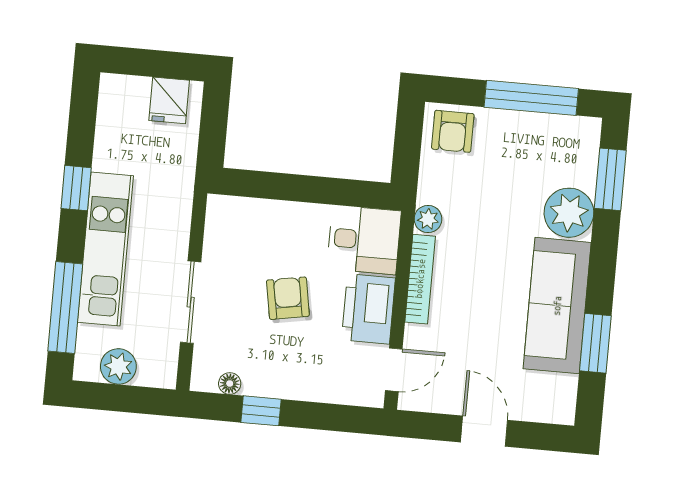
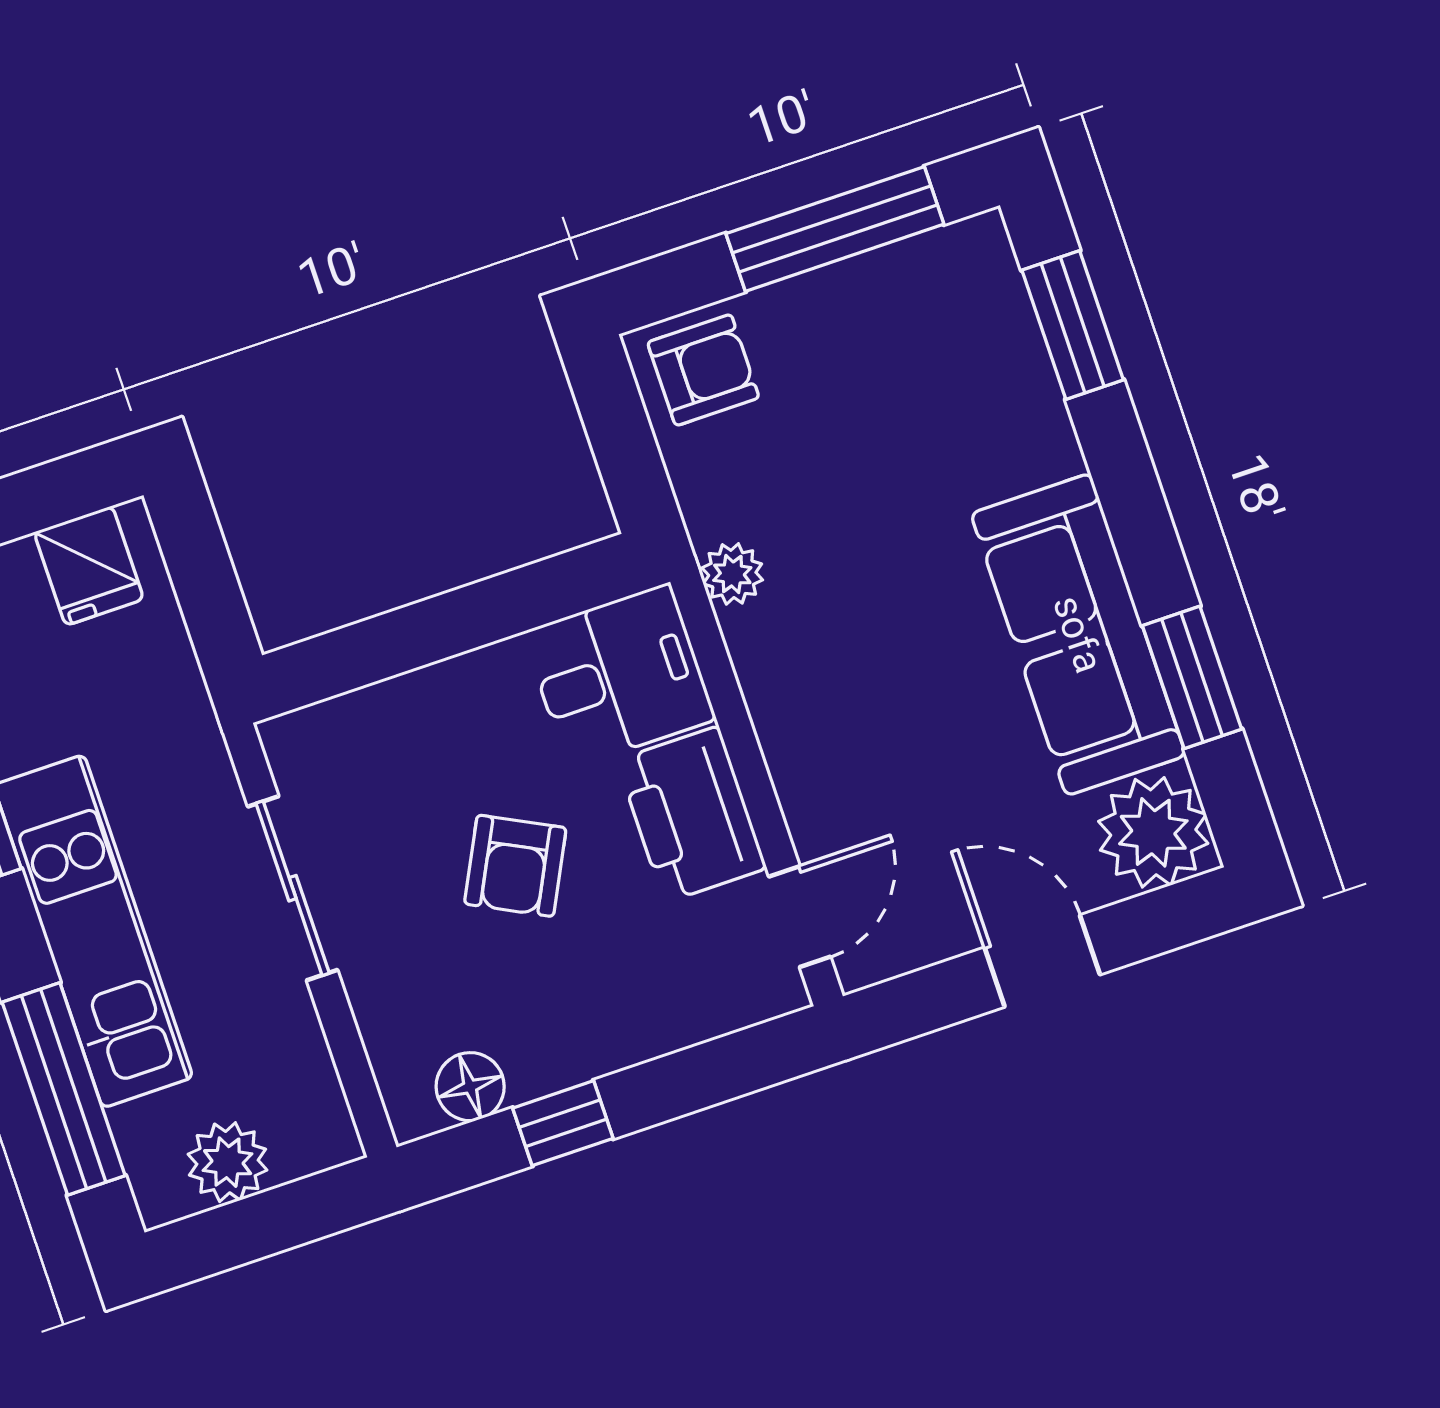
armchair: (453, 131) -> (703, 370), turned -90
plant: (569, 213) -> (1153, 832), moved
bookcase: (420, 279) -> (771, 705), removed
armchair: (288, 298) -> (515, 866), turned -143
sliding door: (191, 302) -> (293, 888), moved
floor lamp: (230, 383) -> (470, 1087), width x1.37, depth x1.37

